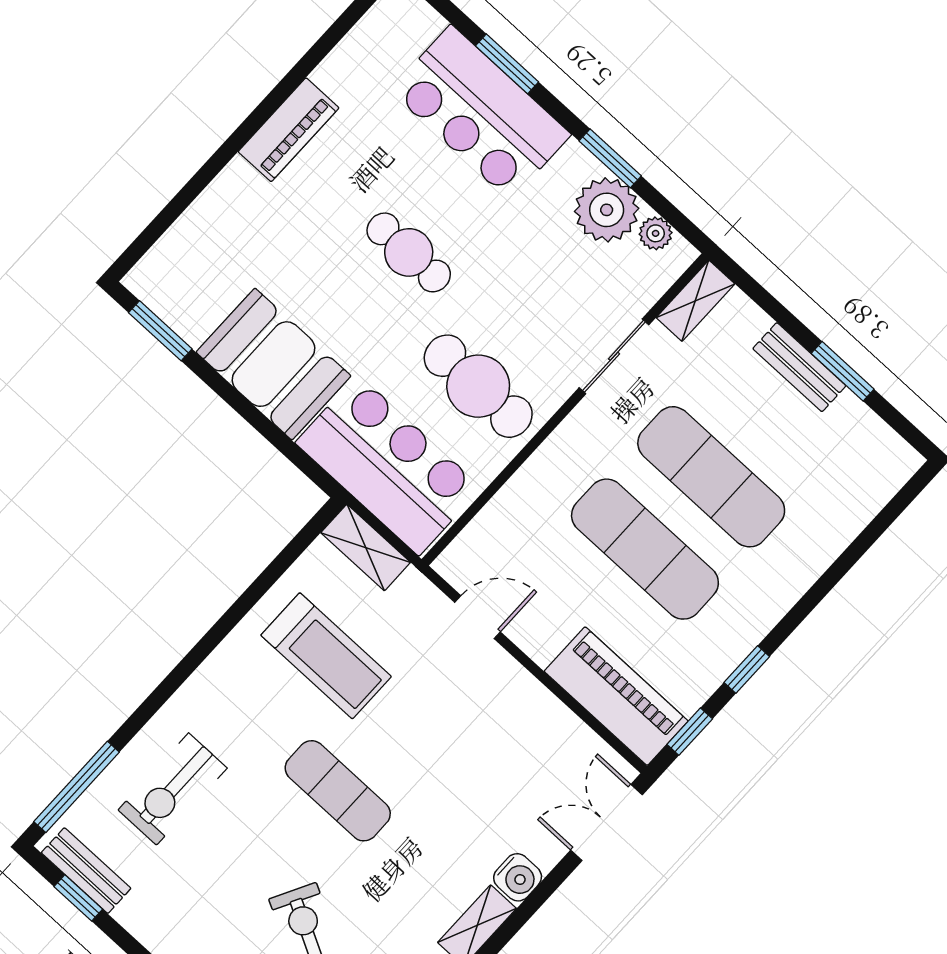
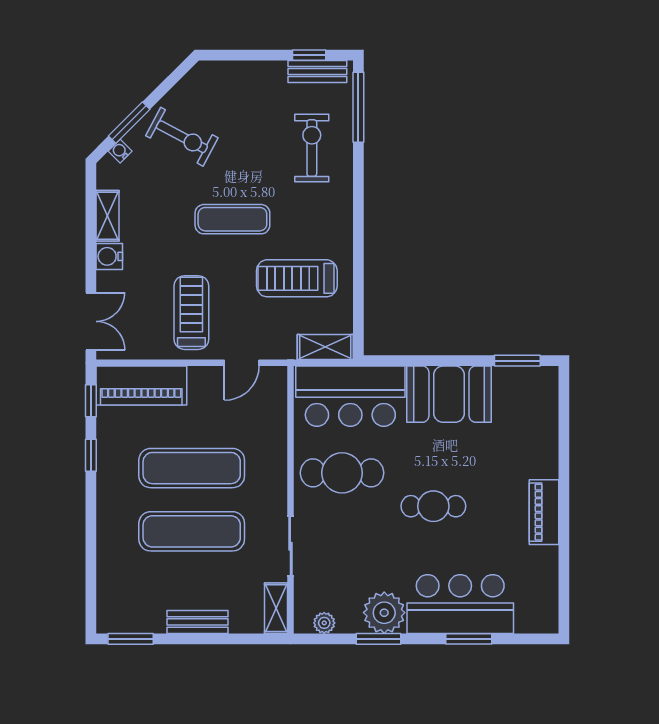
plant: (607, 210) -> (384, 613), moved
window: (843, 371) -> (131, 639), moved
treadmill: (483, 727) -> (191, 313), added

